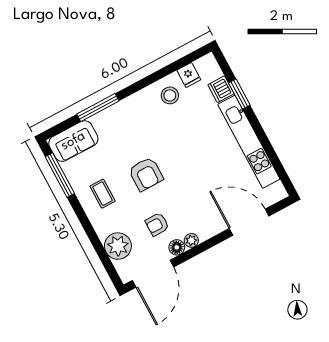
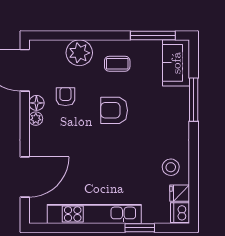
dishwasher: (221, 89) -> (180, 213), moved, turned -90
plant: (118, 246) -> (79, 53), moved

